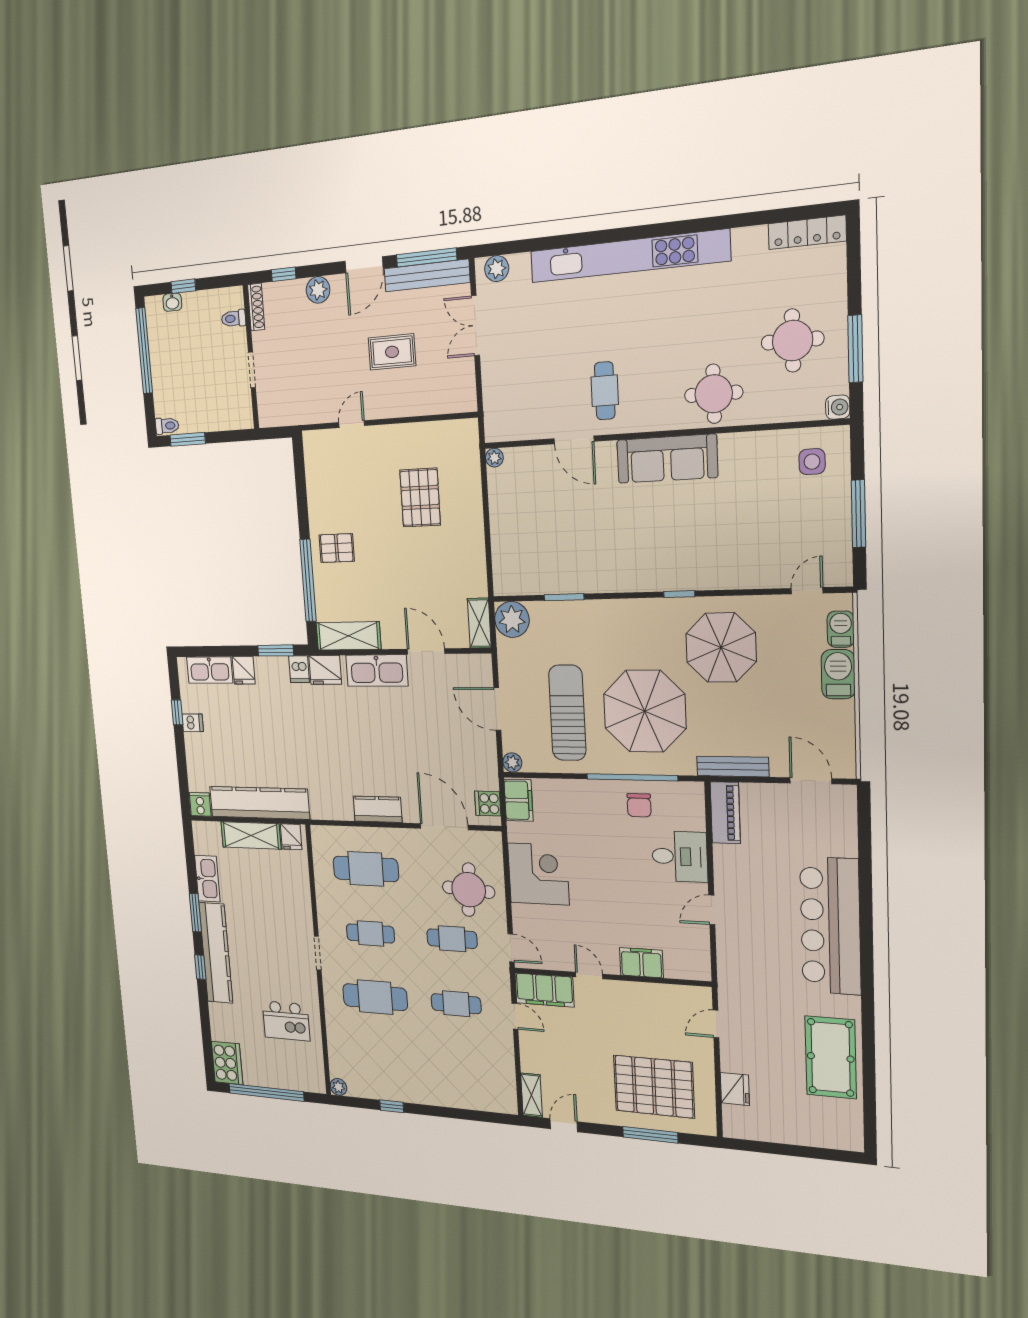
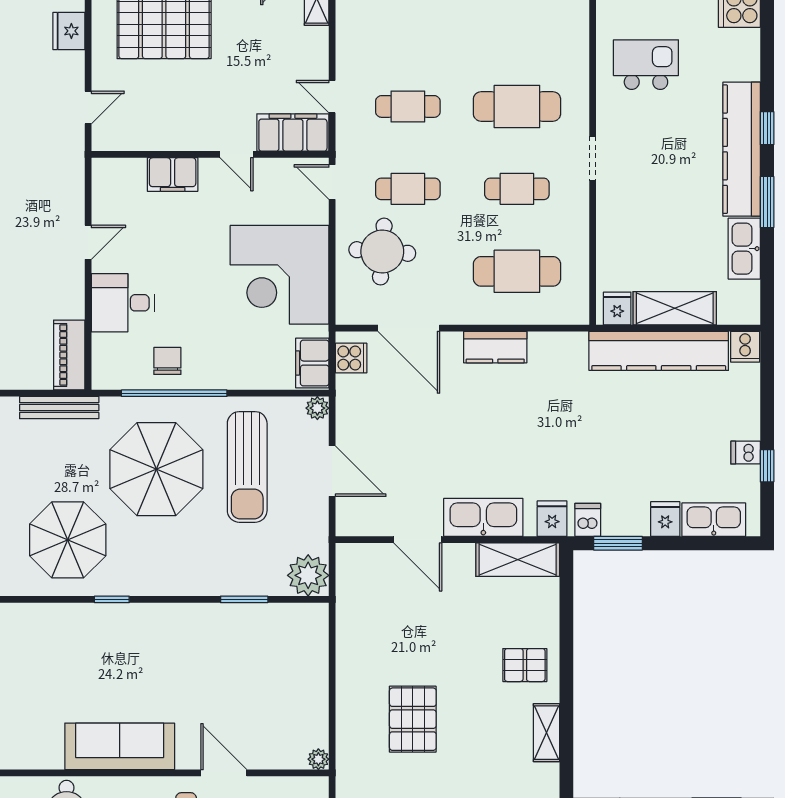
window: (308, 580) -> (566, 628), removed
shelving: (479, 623) -> (546, 733), moved
fridge: (325, 670) -> (552, 519), width x0.72
corner desk: (538, 874) -> (280, 275), width x1.36, depth x1.36

